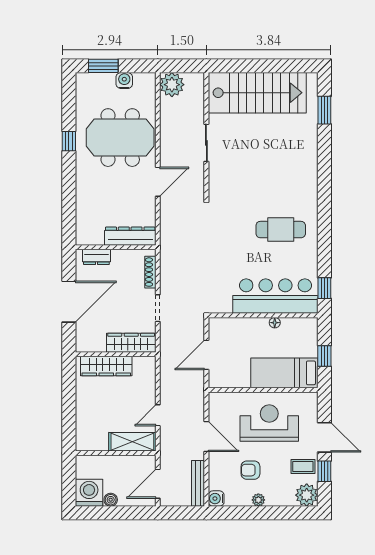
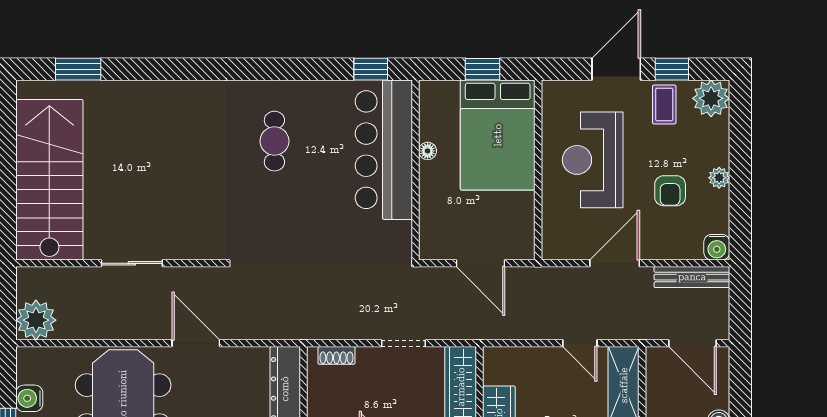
cafe table: (281, 230) -> (274, 141), width x0.73, depth x0.74
shoe rack: (150, 272) -> (336, 355), width x0.70
bed: (284, 373) -> (498, 135), width x1.50

